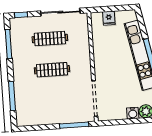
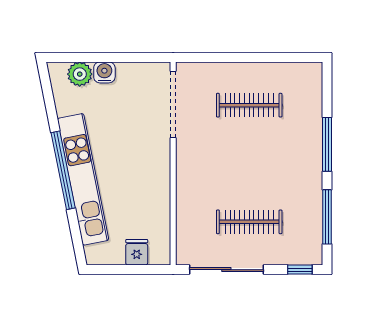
clothes rail: (52, 70) -> (249, 105), moved
window: (12, 96) -> (327, 144), moved
window: (74, 125) -> (215, 57), removed

